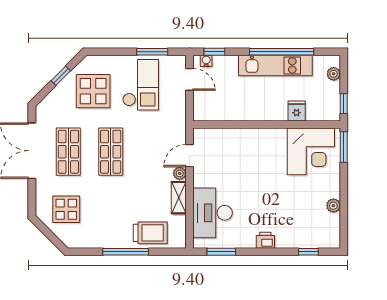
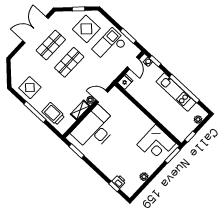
checkout: (141, 85) -> (110, 45), turned 180
fridge: (297, 111) -> (125, 82), moved
display table: (66, 209) -> (30, 88), moved
desk: (213, 213) -> (95, 129), width x1.36, depth x1.30
trolley: (150, 233) -> (53, 114), turned 180
printer: (265, 240) -> (119, 181), moved

